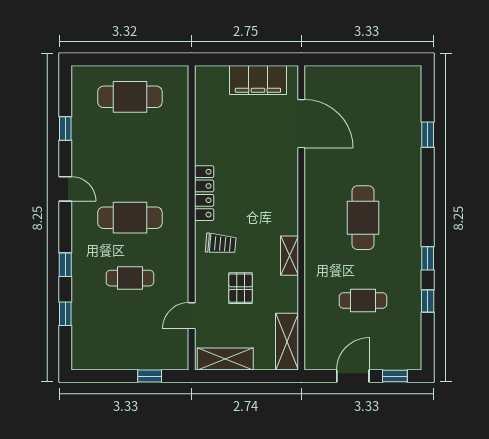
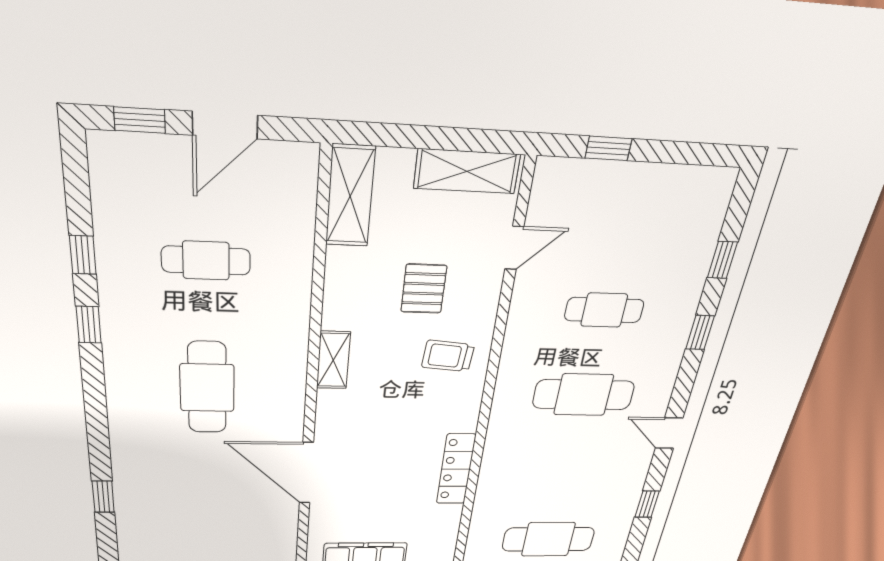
door: (301, 124) -> (306, 473), moved
locker: (204, 193) -> (456, 469), moved
shelving: (289, 256) -> (333, 360), moved

